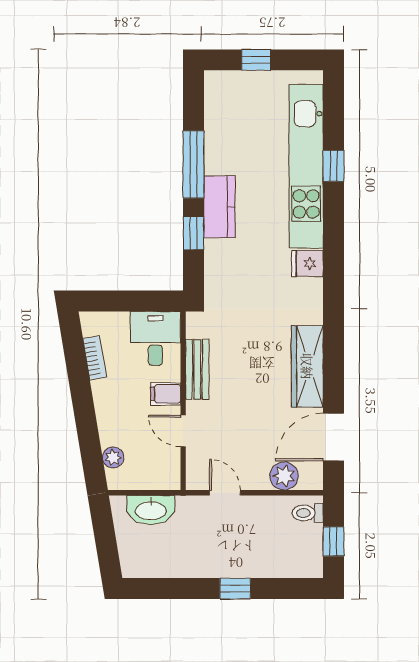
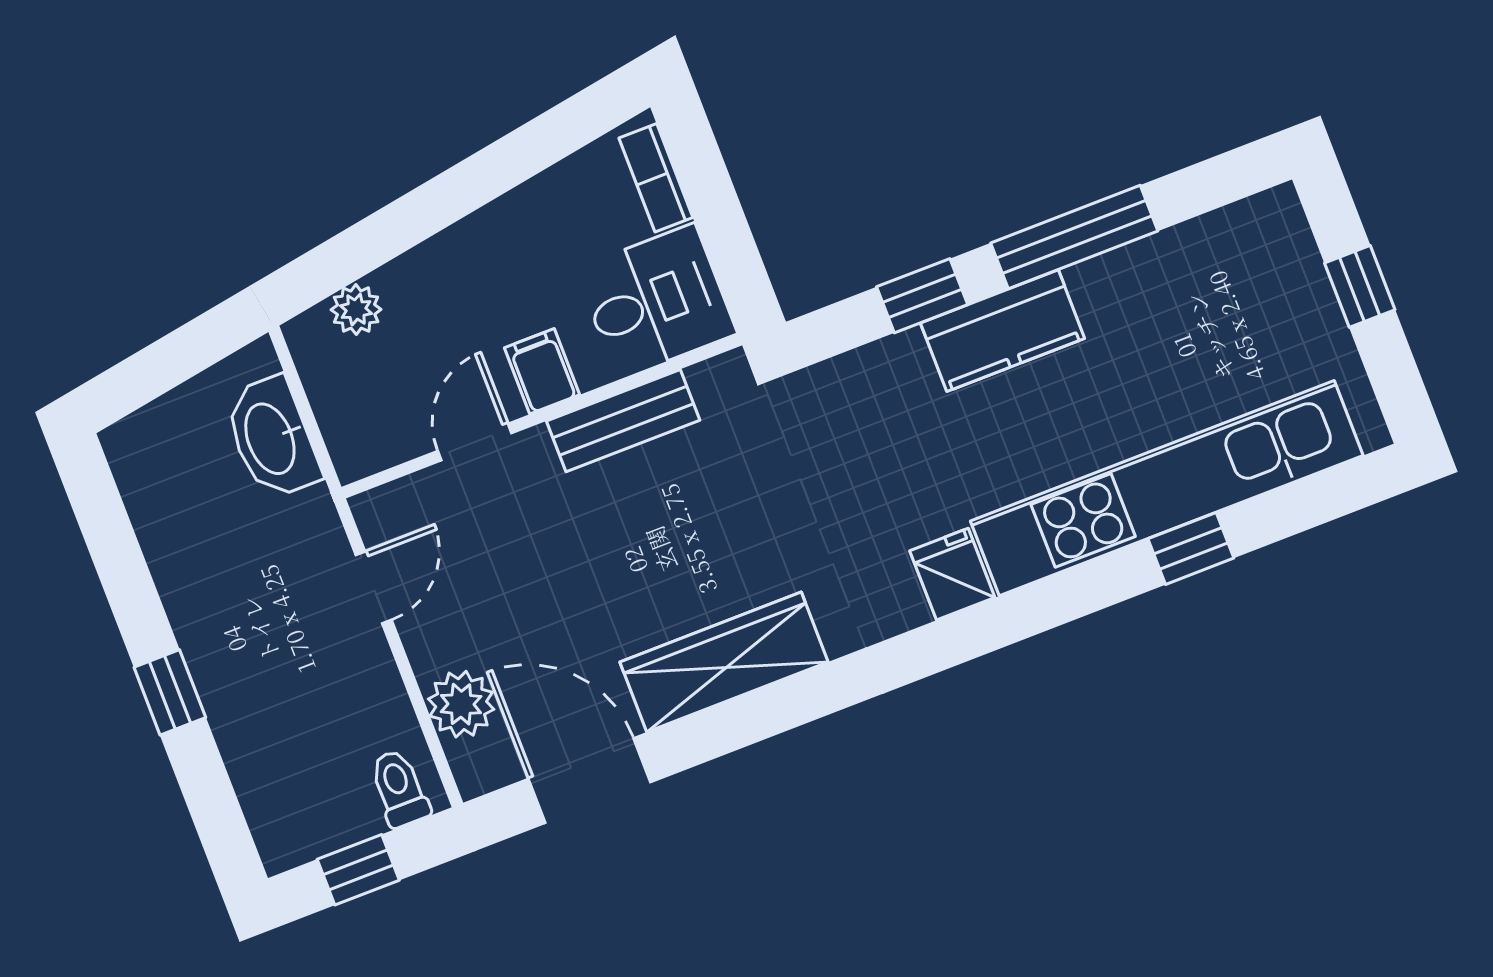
bookcase: (95, 358) -> (656, 178), moved, turned 99

